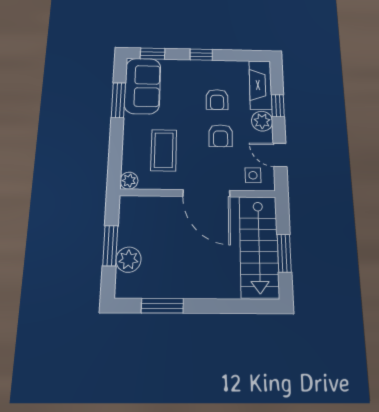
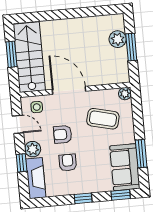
armchair: (221, 136) -> (63, 134), turned -90
coffee table: (164, 150) -> (103, 119), turned -76
window: (162, 306) -> (91, 12), removed

